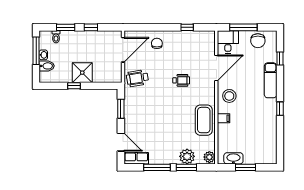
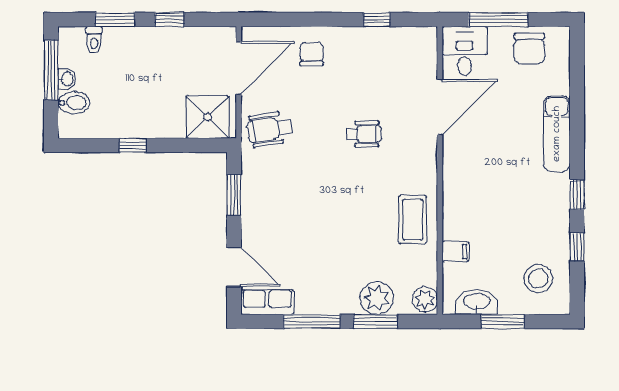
window: (280, 58) -> (577, 247), moved
shower: (82, 73) -> (208, 117), moved
stool: (229, 96) -> (538, 278), moved
filing cabinet: (224, 118) -> (455, 252), moved
coffee table: (204, 120) -> (413, 220), width x0.73, depth x0.76

